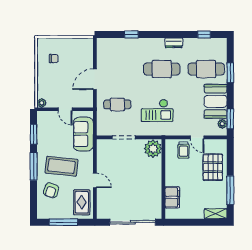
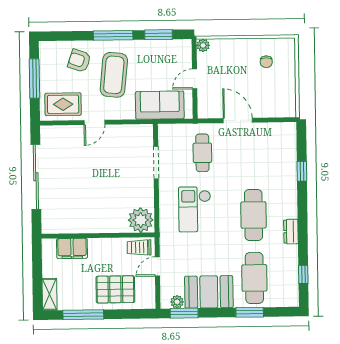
plant: (153, 149) -> (141, 220), moved
wall: (163, 179) -> (98, 235), moved
filing cabinet: (172, 197) -> (72, 248), moved

